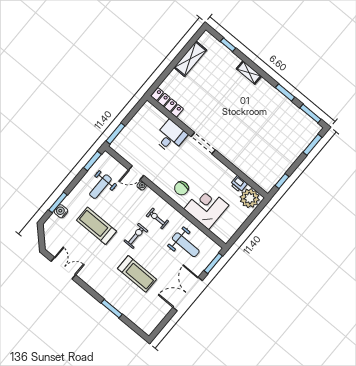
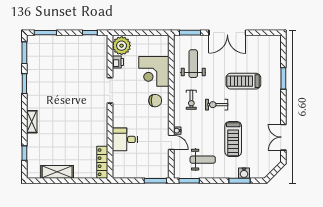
doorway: (203, 143) -> (110, 90), moved
treadmill: (137, 274) -> (243, 81), turned -90

